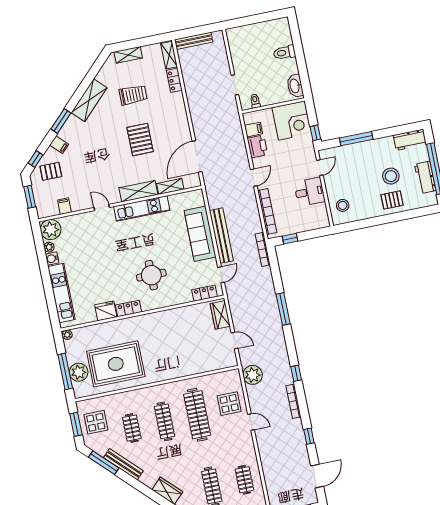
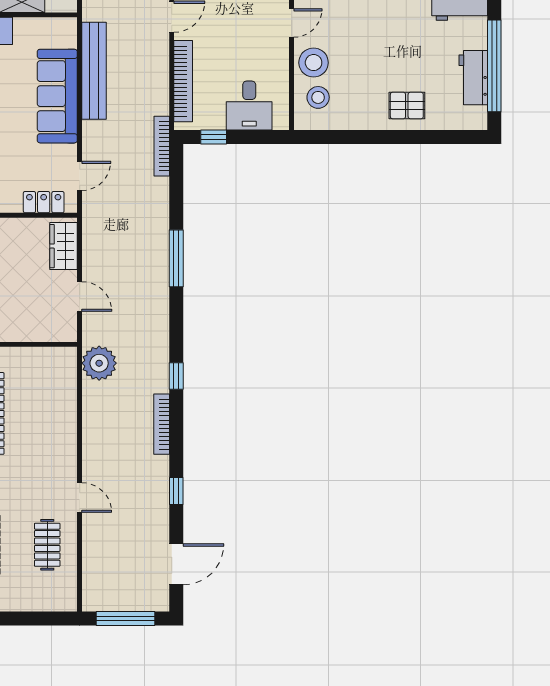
stool: (391, 176) -> (314, 63), moved
desk: (310, 192) -> (249, 105), moved, turned 90
bench: (221, 236) -> (94, 71), moved
display table: (229, 404) -> (48, 405), removed
door: (251, 422) -> (80, 497), moved

